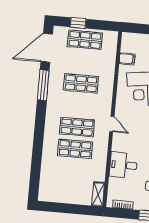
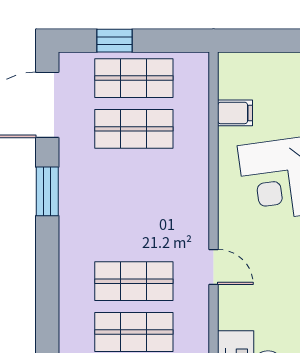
shop shelf: (81, 83) -> (134, 129), moved
window: (43, 85) -> (47, 191), width x0.69

